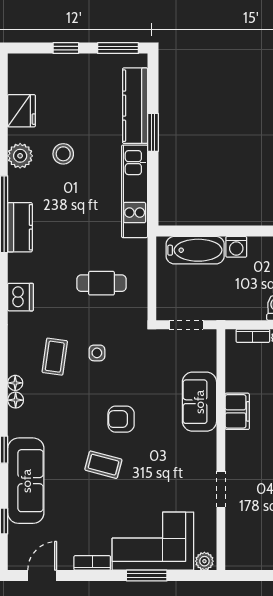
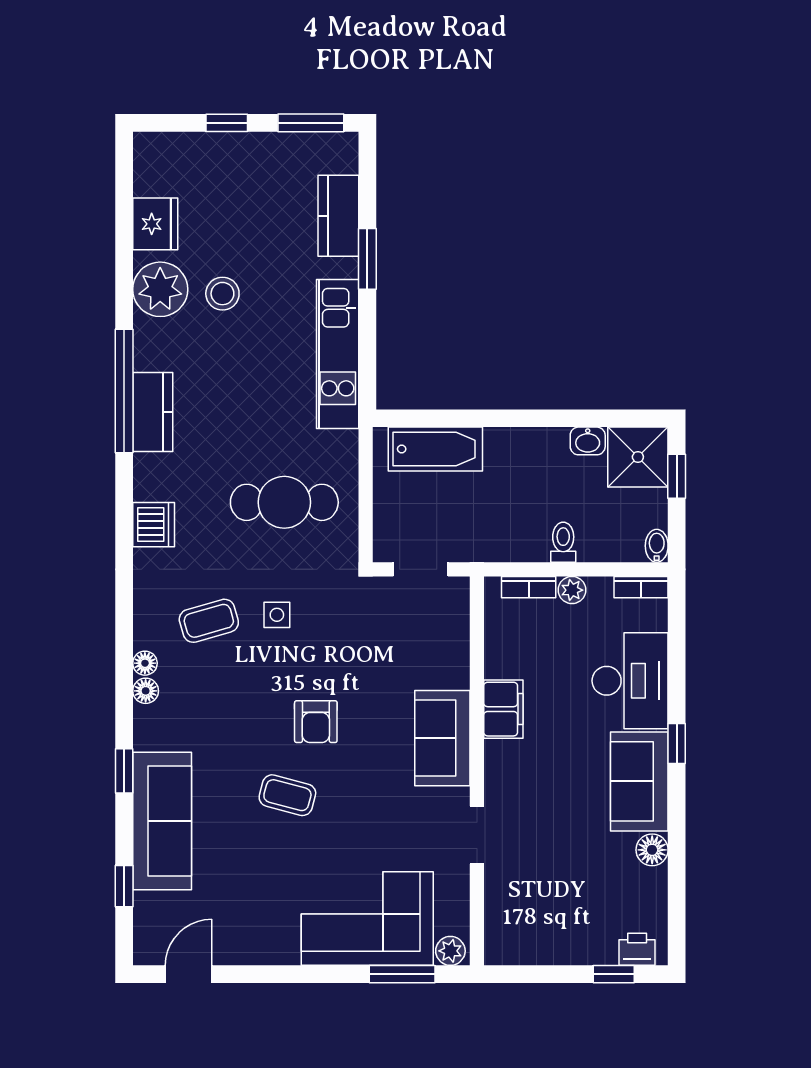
kitchen counter: (135, 106) -> (338, 216), width x0.67
plant: (20, 156) -> (160, 289), width x1.36, depth x1.36
washing machine: (236, 247) -> (502, 444), removed
cafe table: (102, 283) -> (284, 502), width x1.37, depth x1.35
coffee table: (55, 357) -> (209, 621), turned 66
sofa: (199, 402) -> (442, 738), moved
armchair: (121, 419) -> (316, 722), turned -90
bookcase: (92, 563) -> (269, 954), removed
window: (147, 576) -> (402, 974), moved

